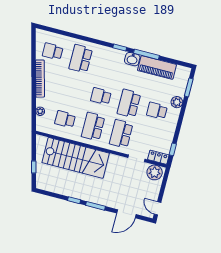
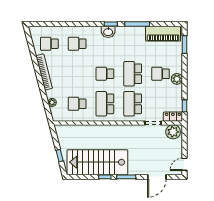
school desk: (81, 59) -> (77, 44), width x0.54
washbasin: (132, 59) -> (108, 32), moved
piano: (157, 67) -> (163, 34), moved
plant: (177, 102) -> (177, 79), moved
stairs: (76, 158) -> (97, 162), moved, turned 180
door: (157, 208) -> (184, 164), hinge flipped

